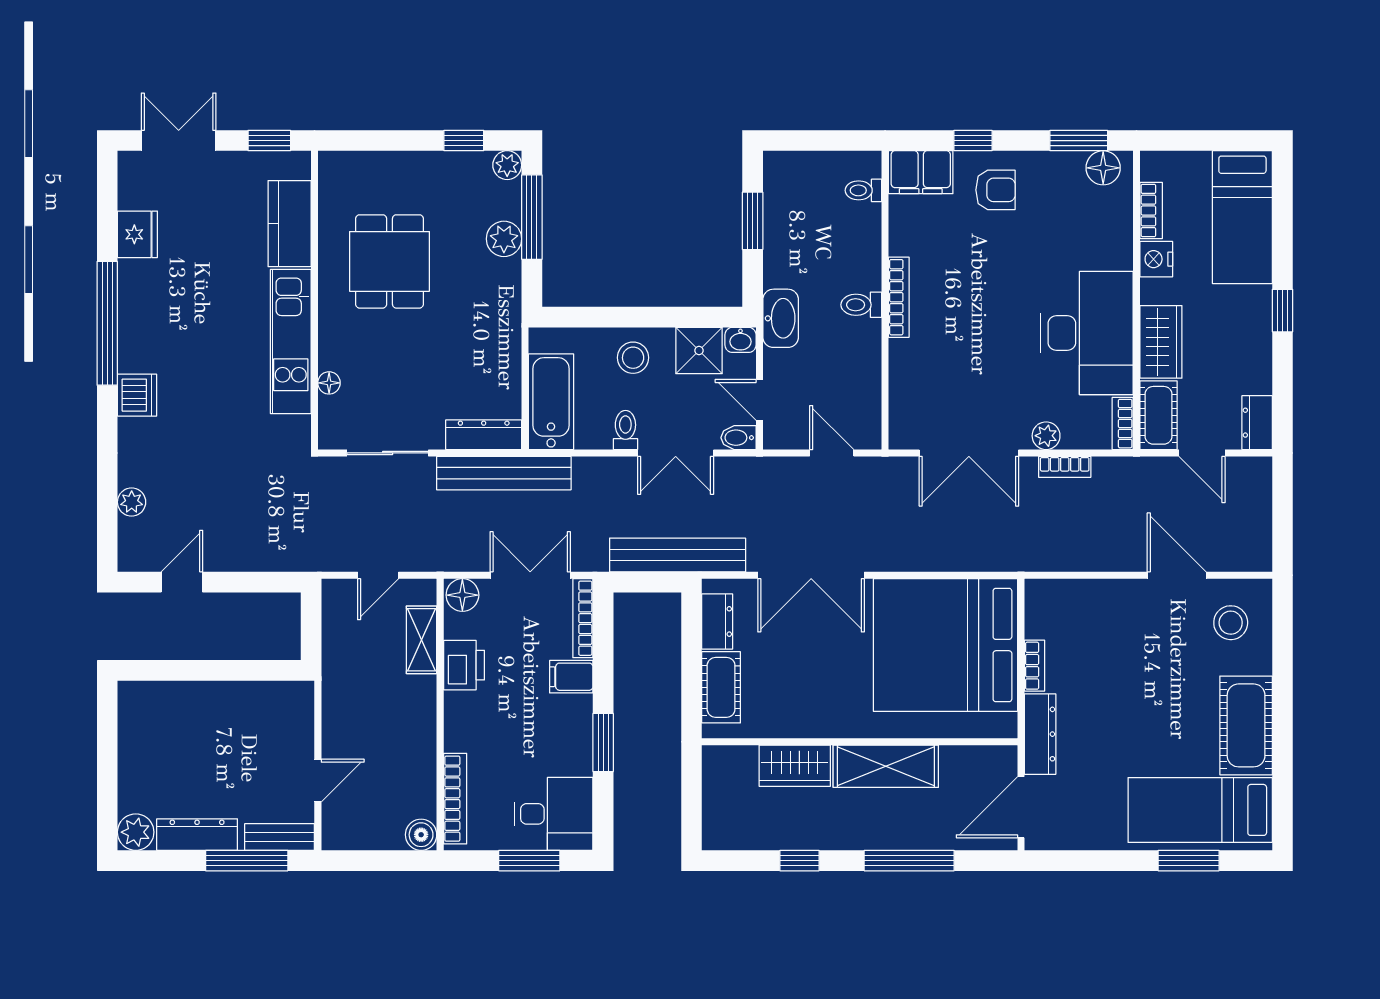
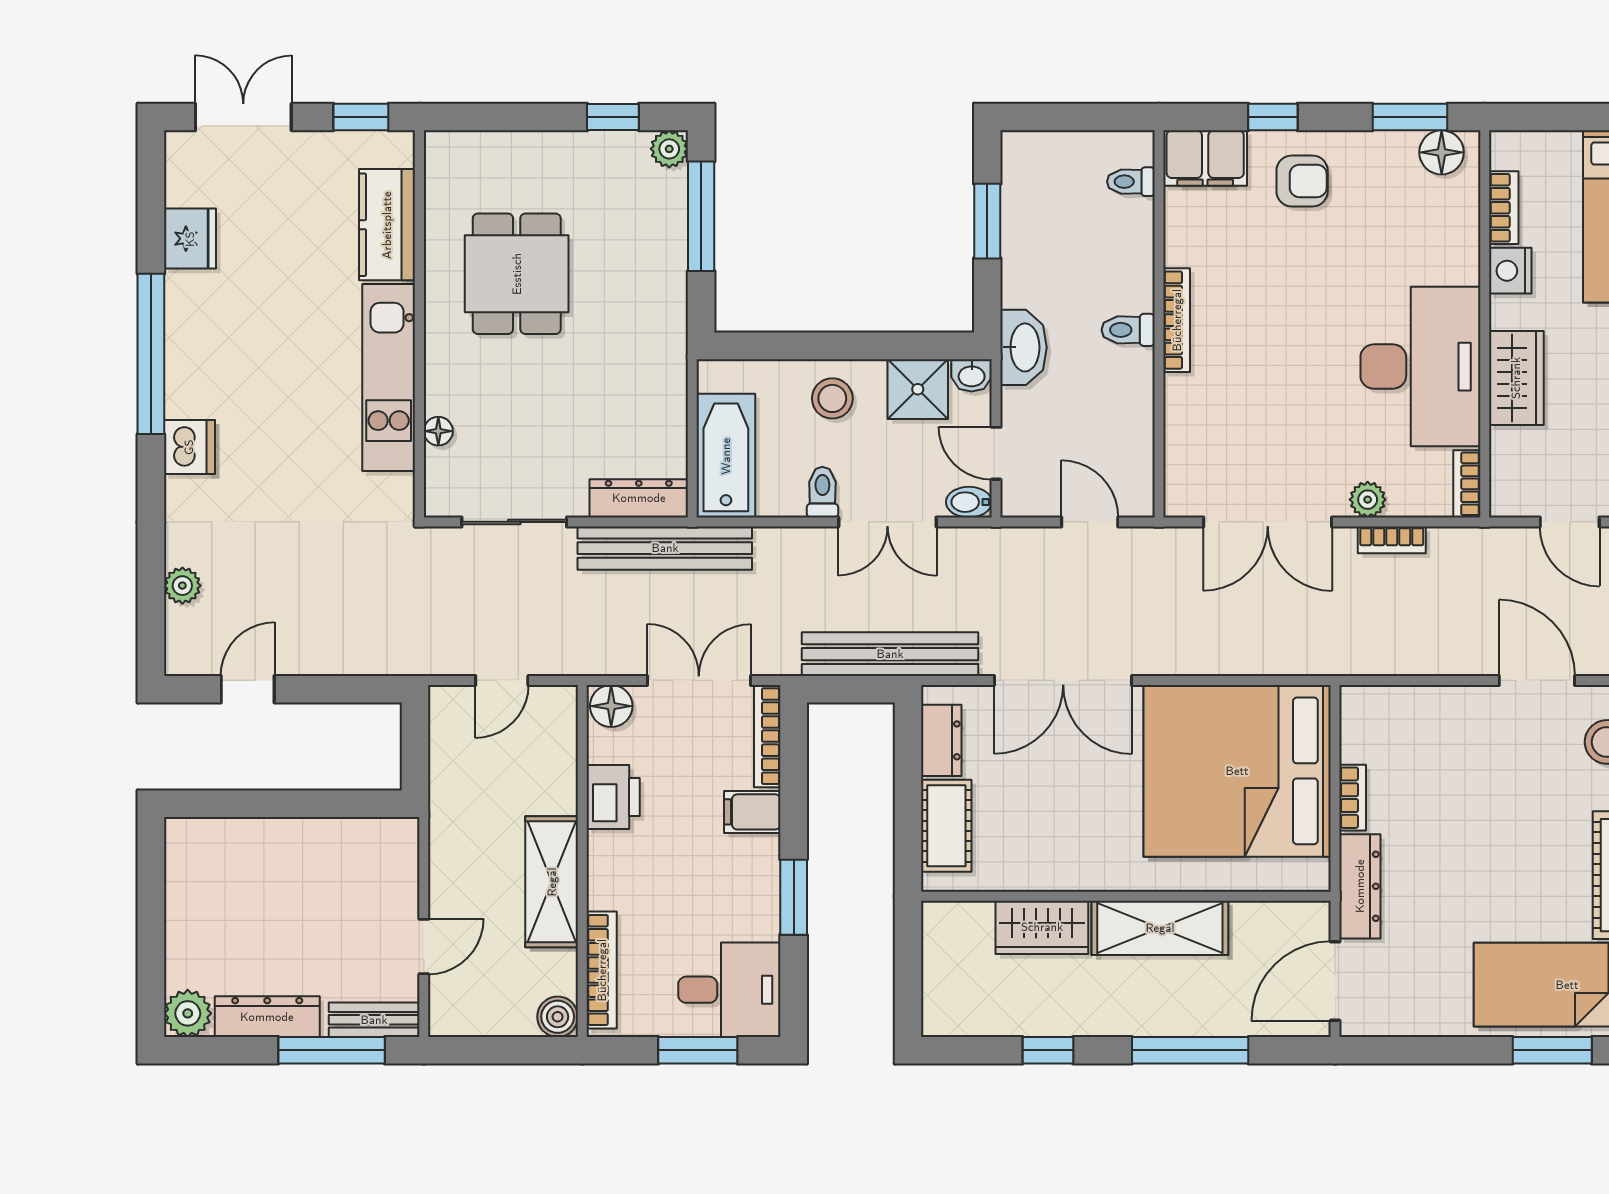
plant: (504, 239) -> (665, 244), removed
cot: (1159, 415) -> (1513, 473), removed
shelving: (422, 640) -> (552, 882), moved, width x1.50, depth x1.33

